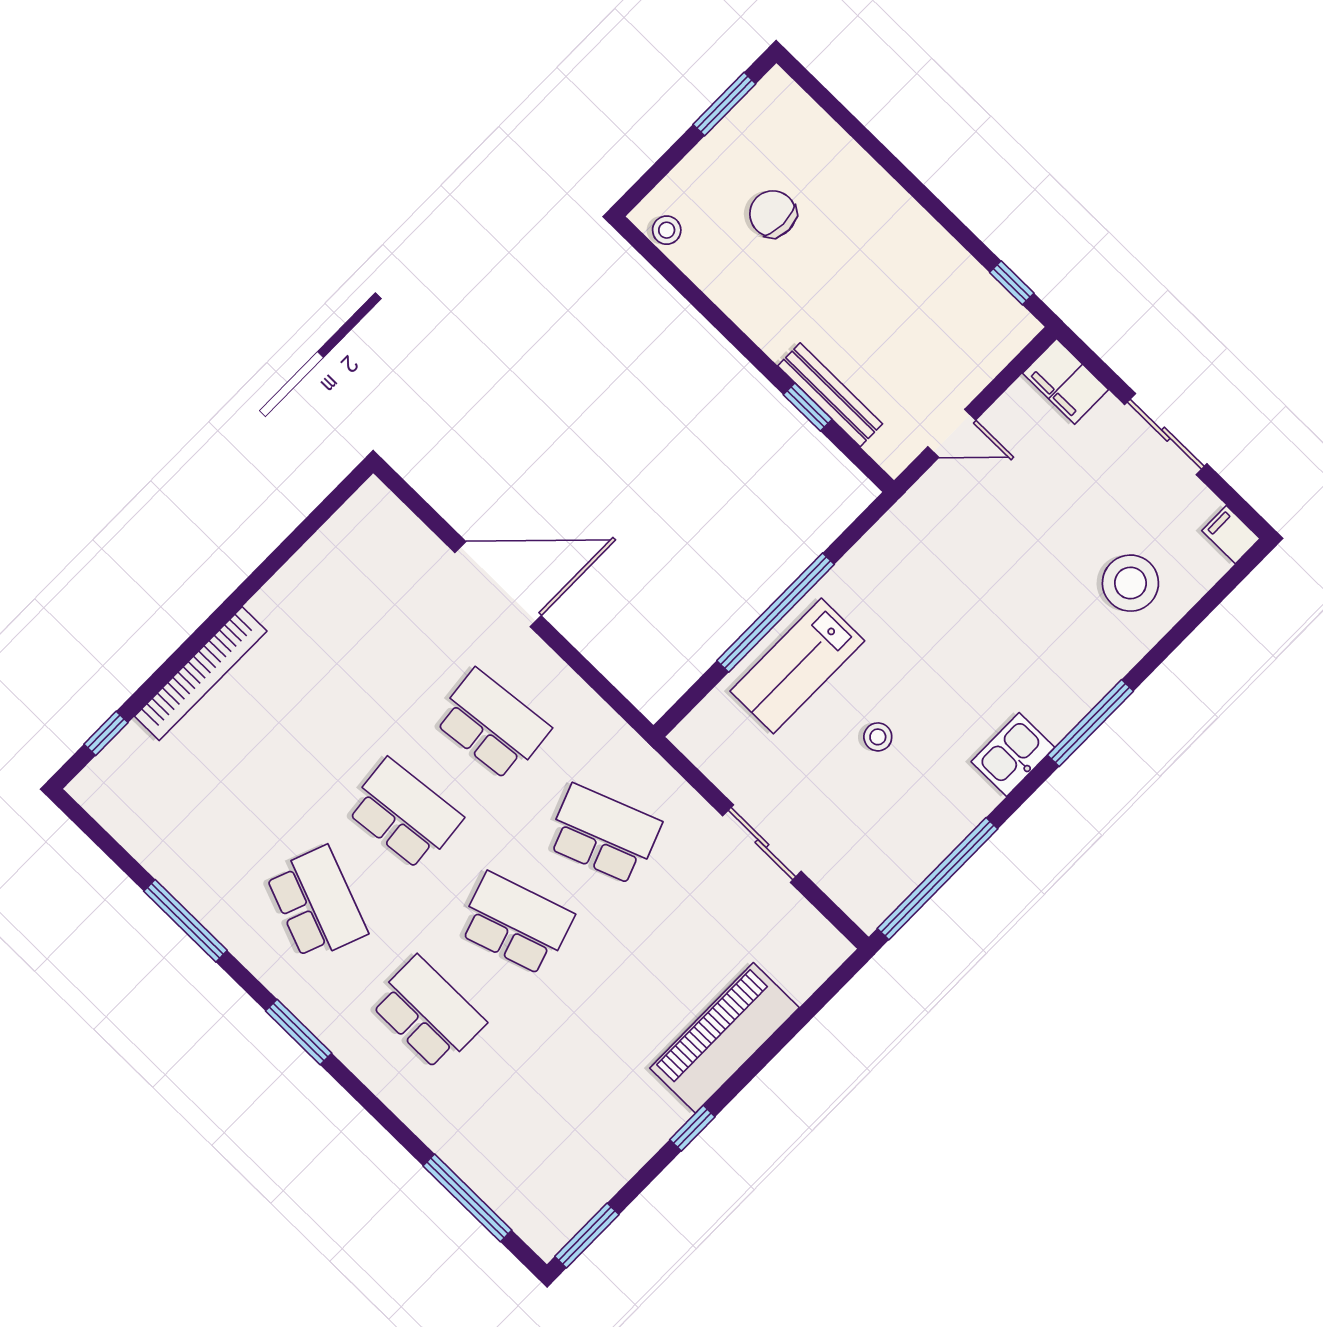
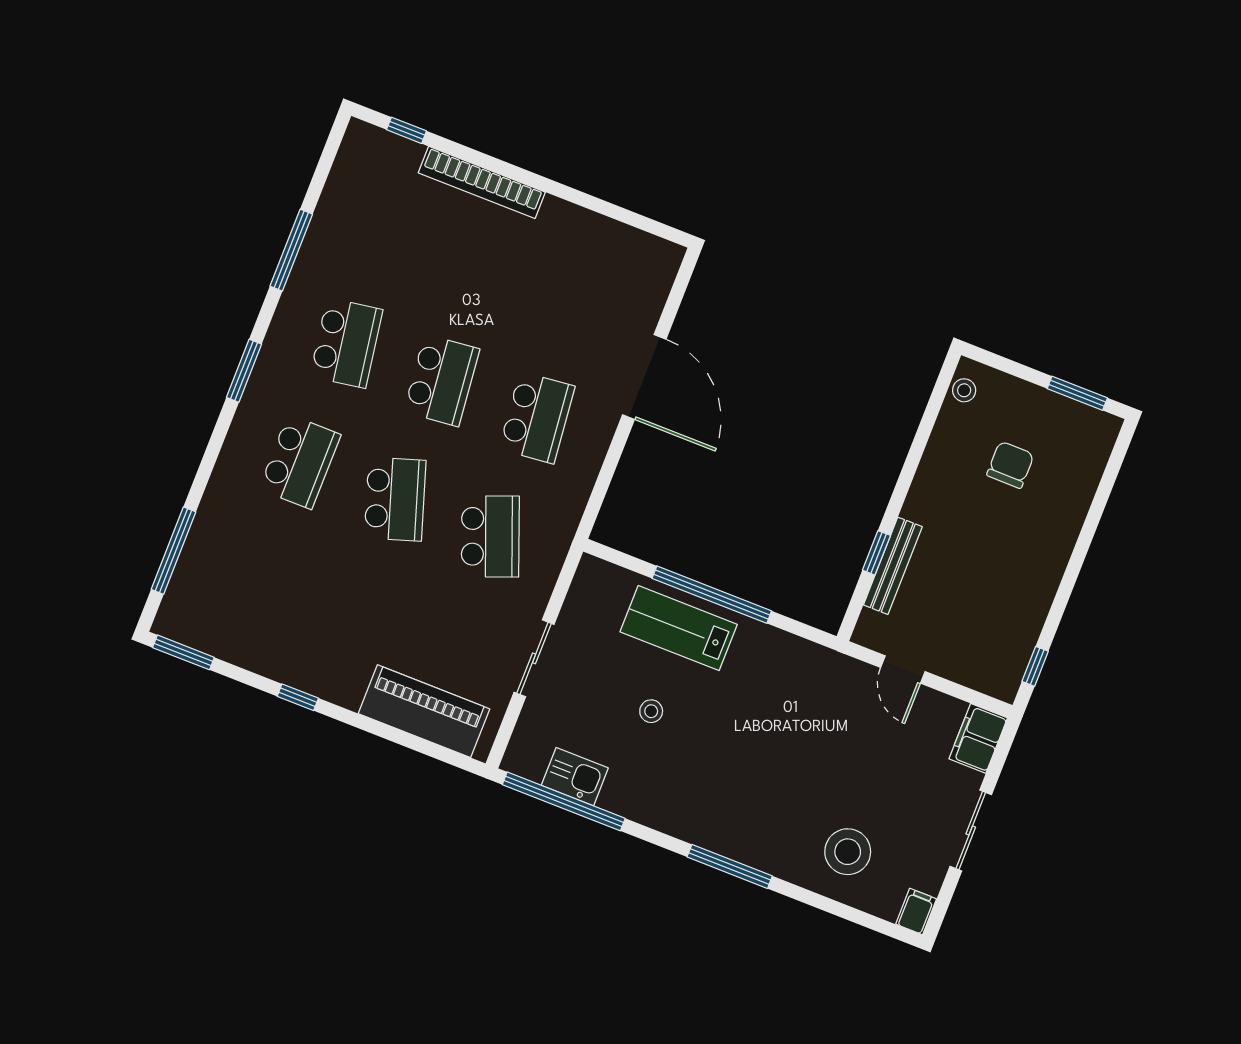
kitchen sink: (1013, 754) -> (575, 777), moved
school desk: (317, 903) -> (346, 343), turned -30
piano: (724, 1038) -> (424, 711), moved

